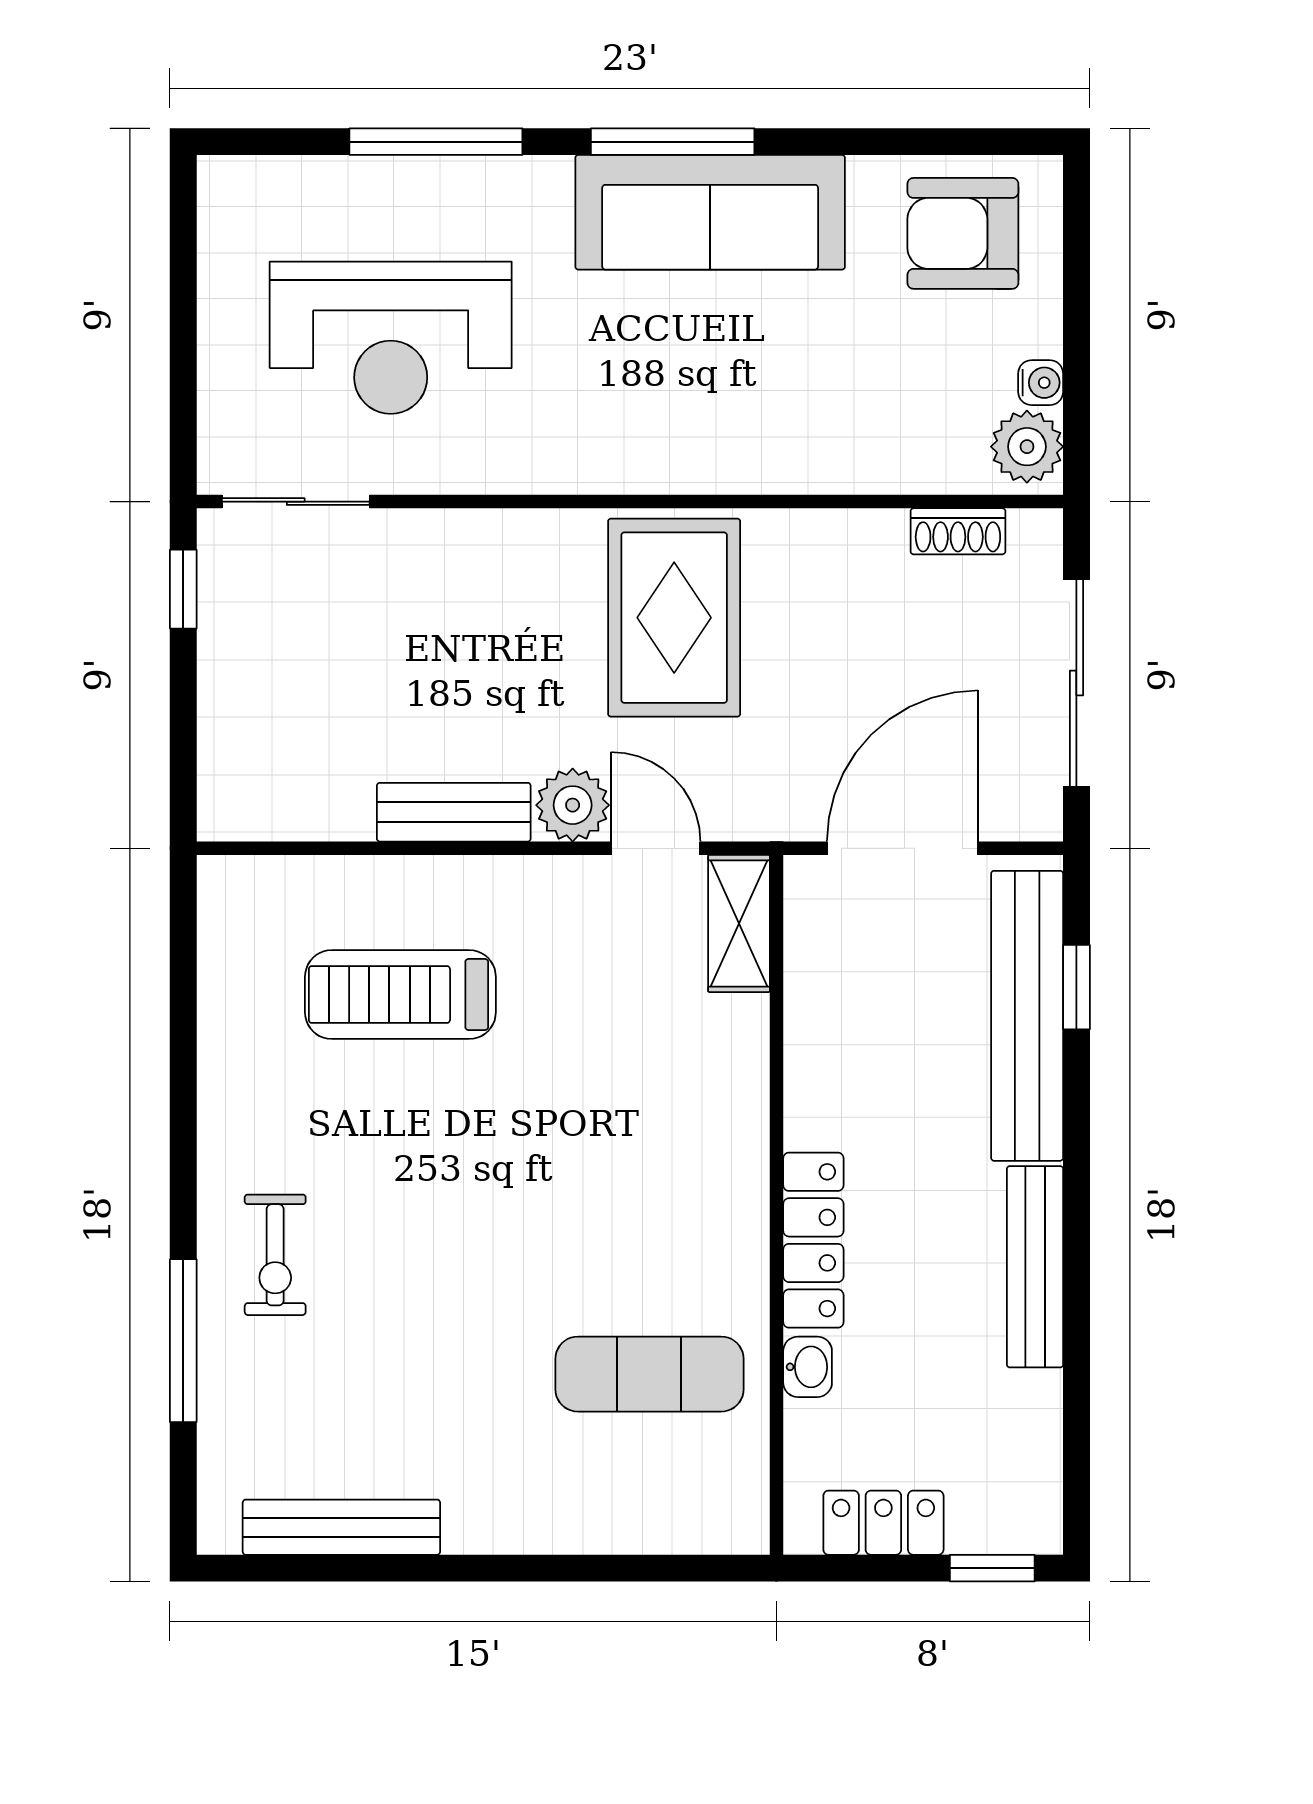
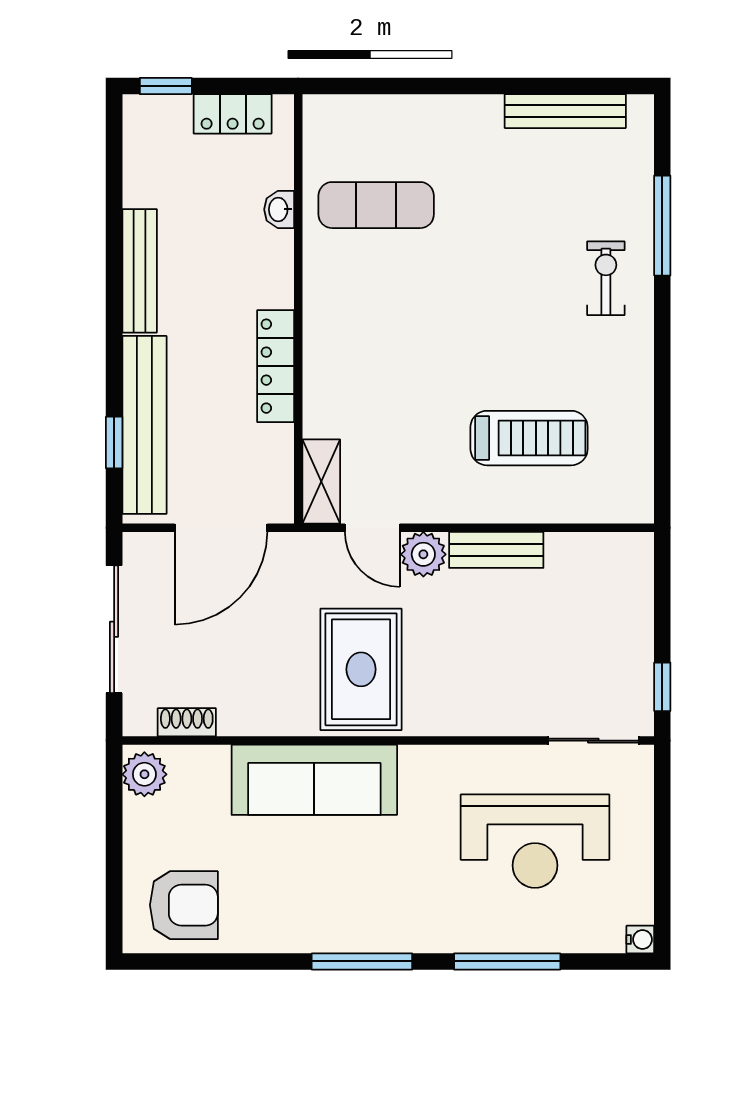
sofa: (710, 212) -> (314, 780), moved, turned 180
reception desk: (391, 338) -> (535, 841), turned 180
water cooler: (1041, 383) -> (640, 939), moved, turned 180
locker: (813, 1240) -> (276, 366), moved

